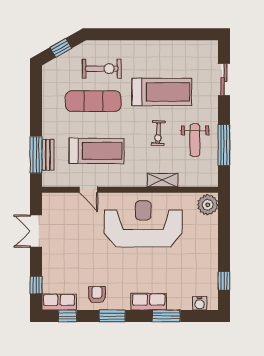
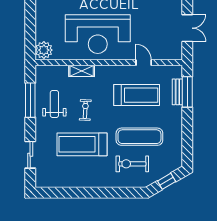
treadmill: (97, 151) -> (137, 95), turned 180

